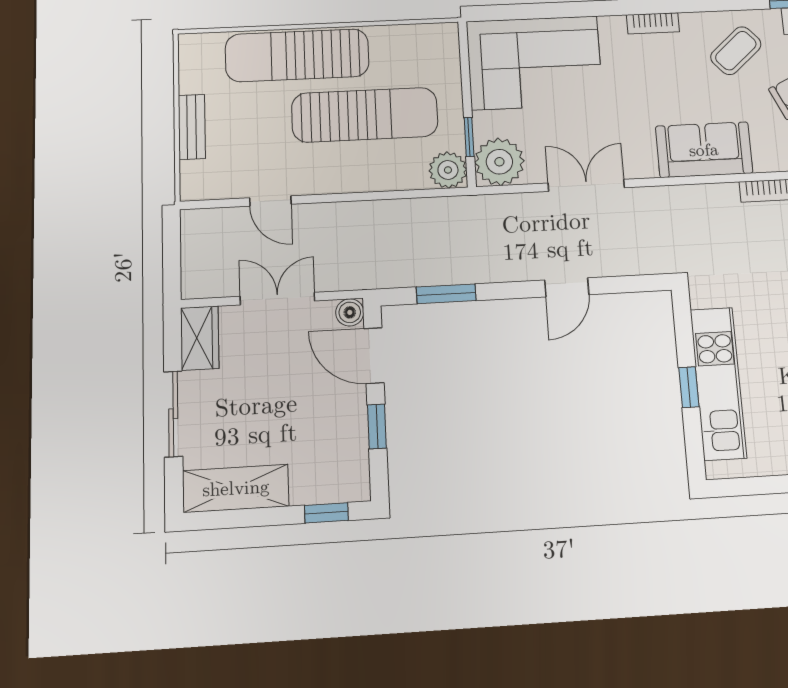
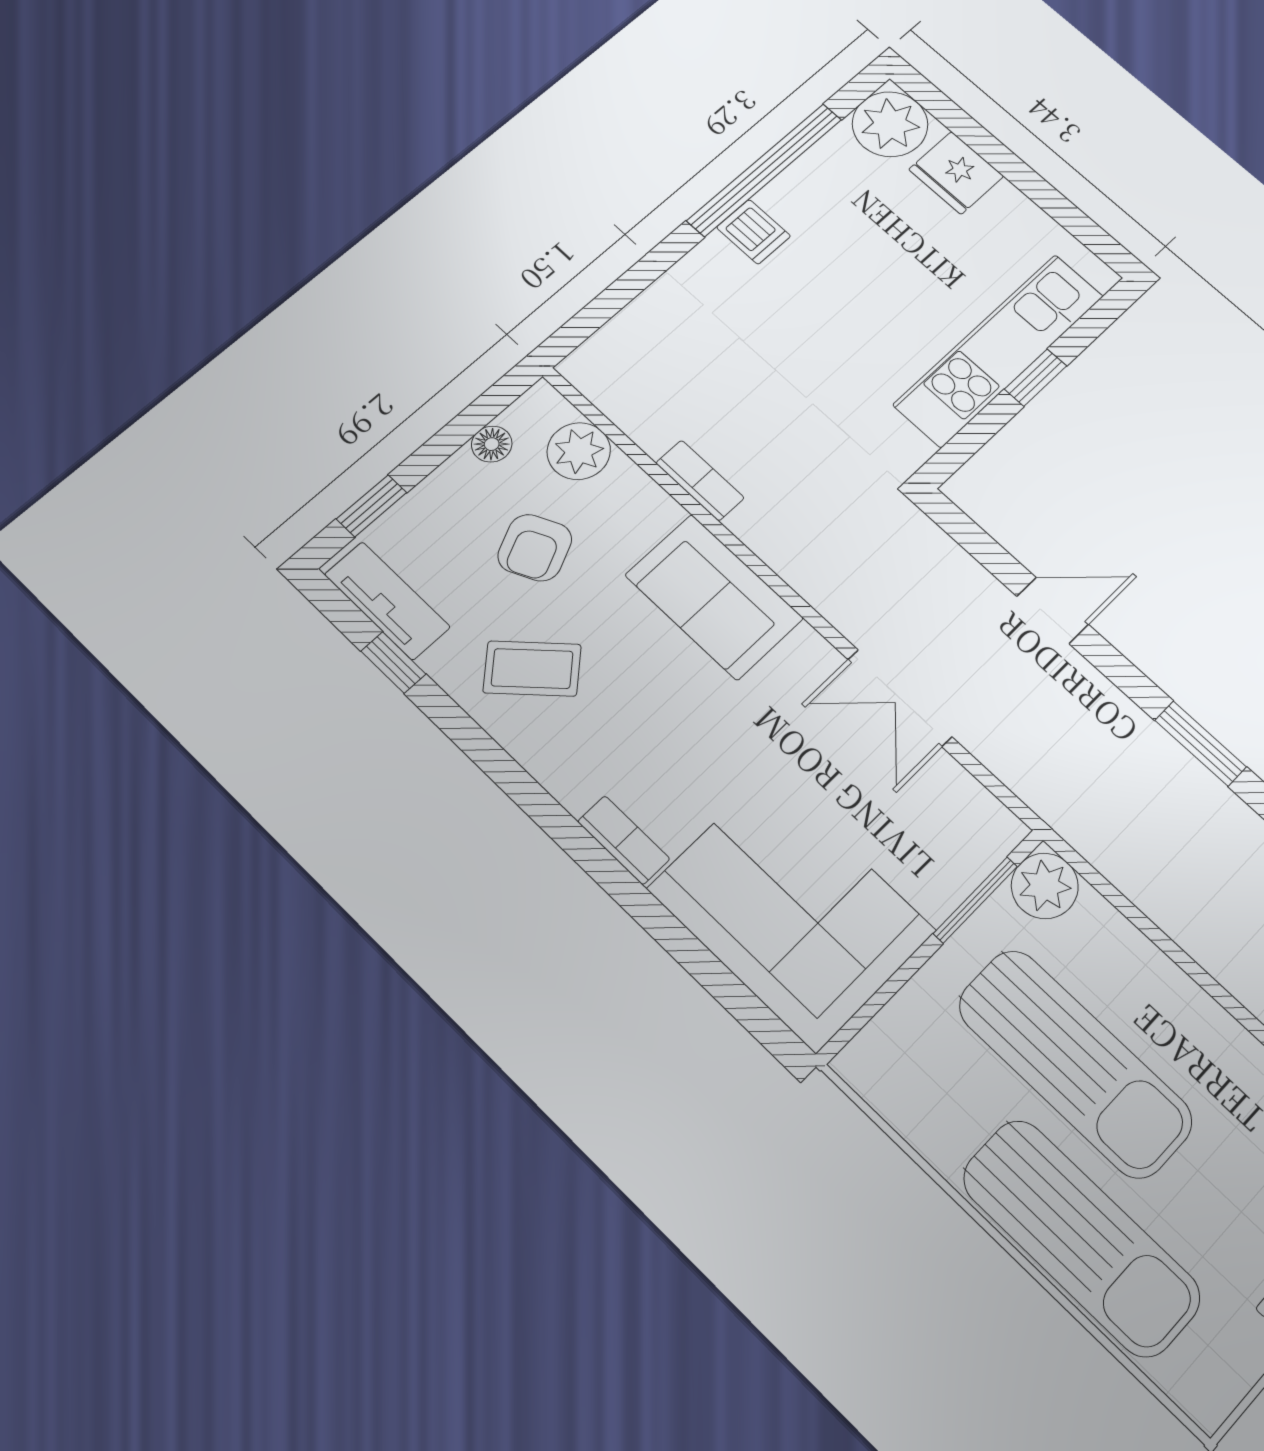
bookcase: (653, 23) -> (624, 840), moved
sun lounger: (365, 115) -> (1075, 1063), turned 180
window: (469, 137) -> (975, 900), width x1.50
plant: (499, 162) -> (972, 832), removed

